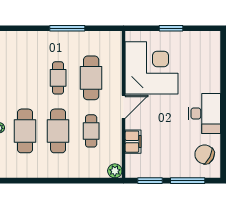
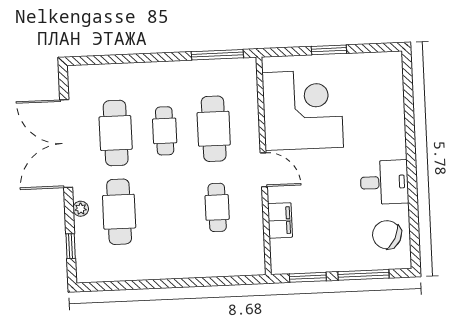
window: (67, 28) -> (217, 55), moved
door: (124, 107) -> (264, 170), hinge flipped
desk: (204, 113) -> (384, 182), width x0.73
cafe table: (58, 131) -> (116, 133), moved
plant: (115, 171) -> (255, 265), removed

